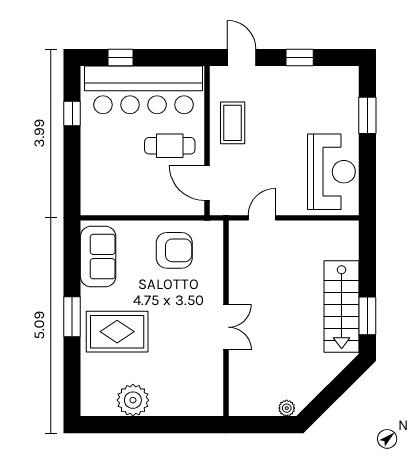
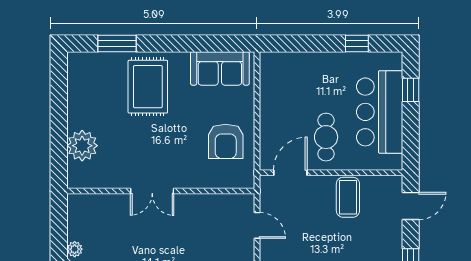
bar counter: (144, 90) -> (380, 112), width x0.73
coffee table: (233, 123) -> (348, 197), turned 90
window: (72, 317) -> (117, 43), moved
plant: (133, 400) -> (82, 146), moved

